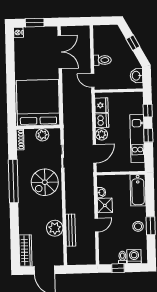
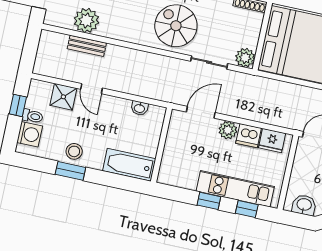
plant: (42, 135) -> (245, 58), moved
kitchen unit: (137, 139) -> (235, 189), moved
door: (95, 154) -> (201, 112), swing flipped
shower: (105, 205) -> (63, 97), moved
plant: (55, 228) -> (86, 20), moved
bench: (71, 230) -> (87, 46), width x0.73

